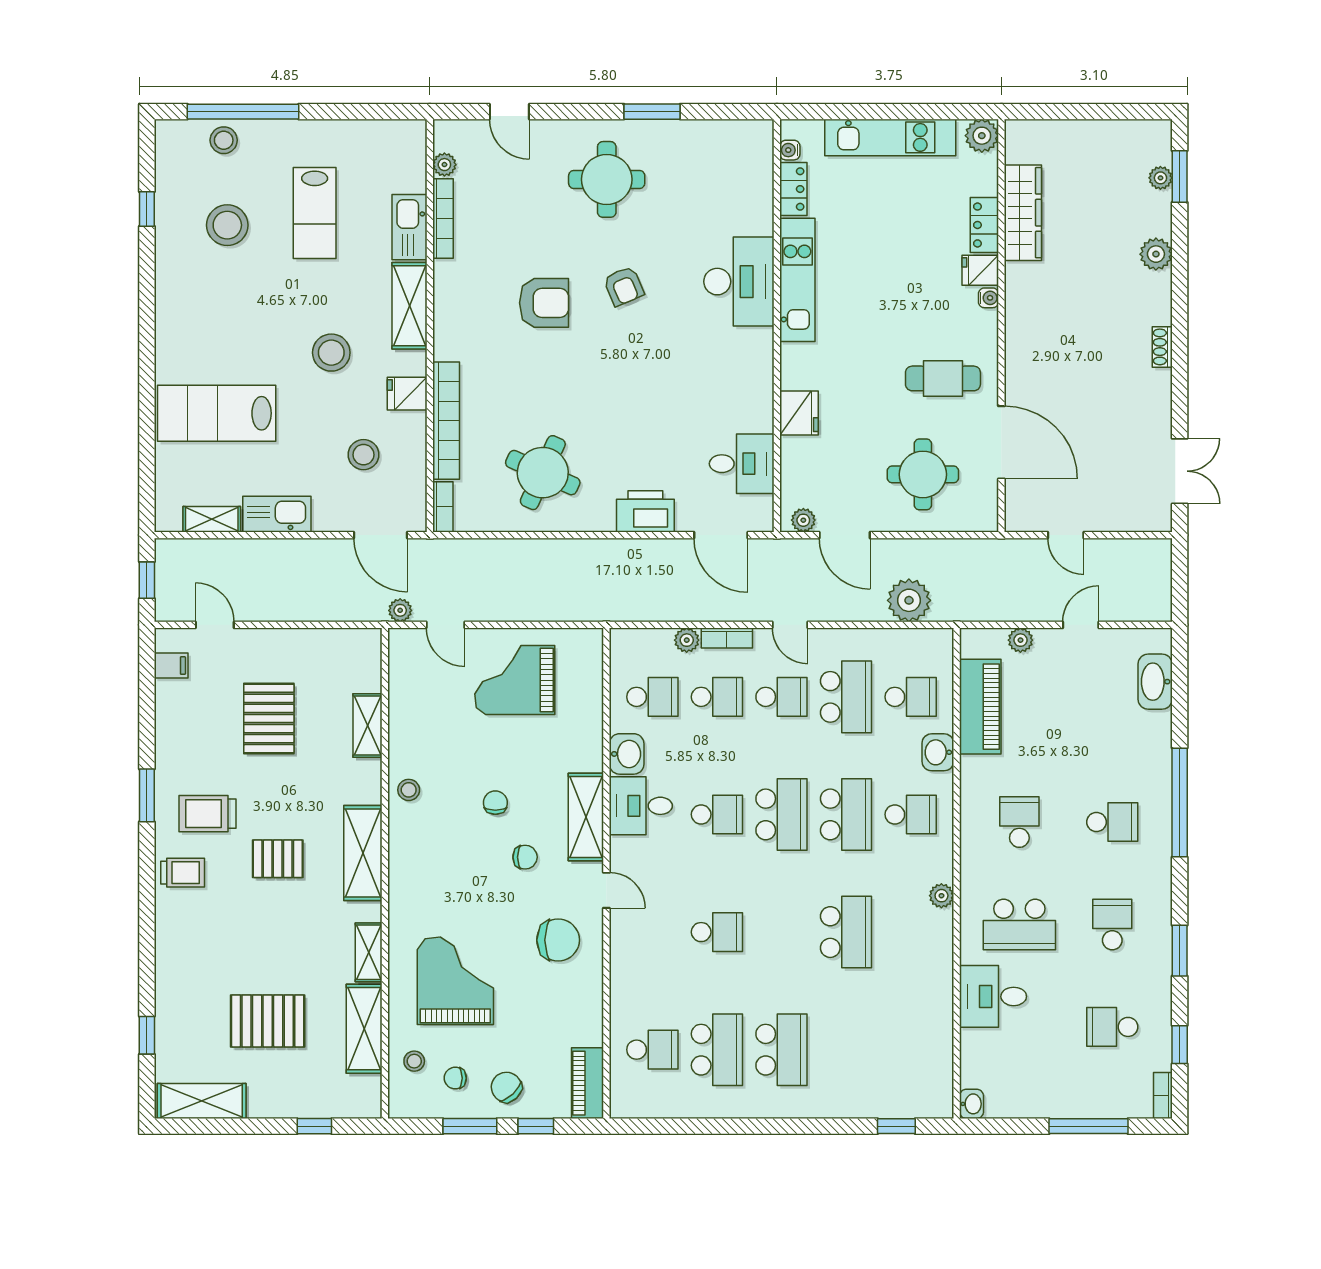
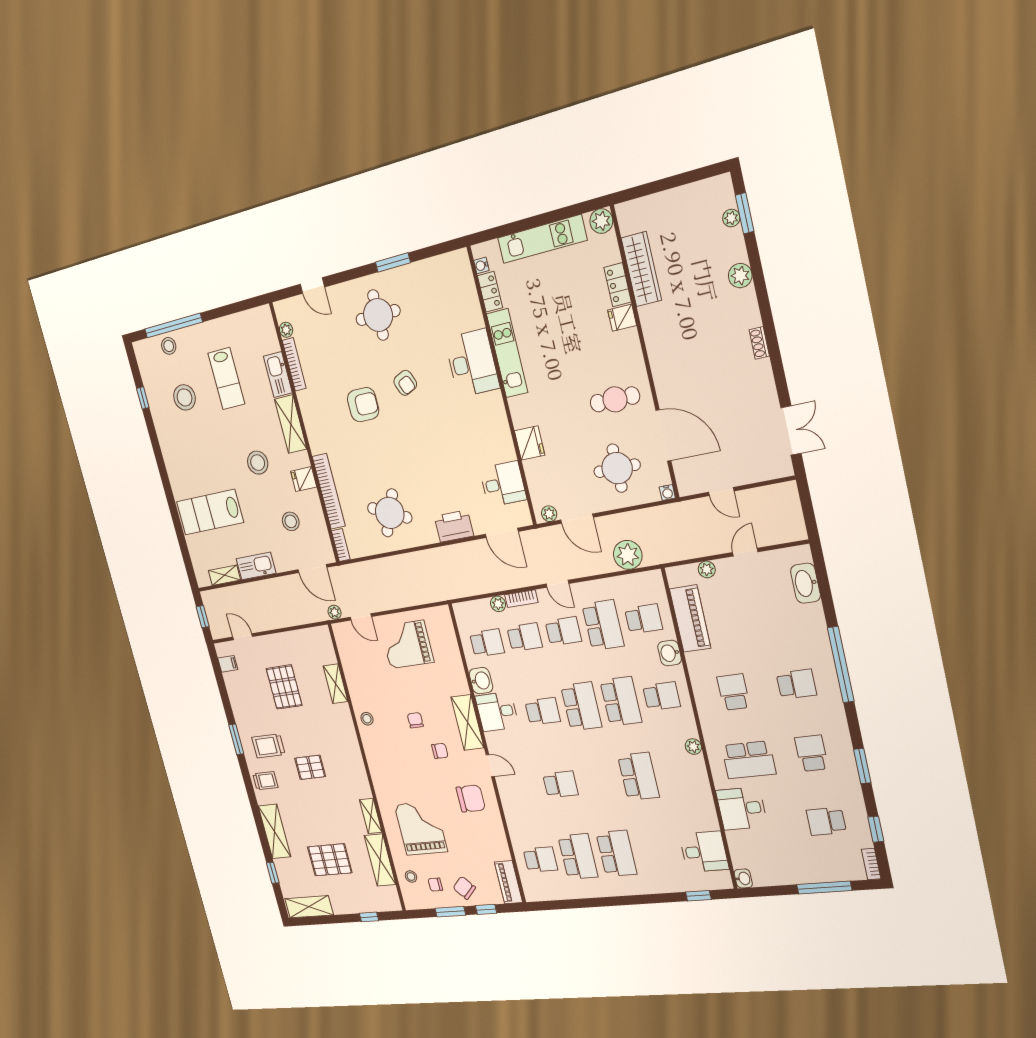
water cooler: (989, 298) -> (667, 492), moved, turned 90
shelving: (363, 853) -> (275, 831), moved
desk: (921, 1058) -> (704, 852), added

